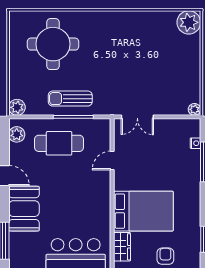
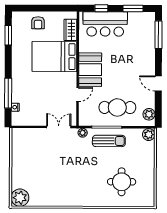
round table: (53, 44) -> (122, 182), width x0.73, depth x0.73
plant: (194, 109) -> (83, 133), moved
booth: (24, 209) -> (90, 70), moved

